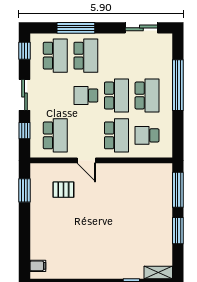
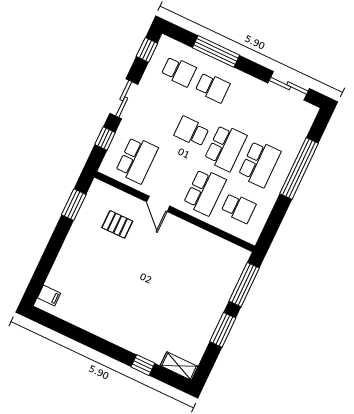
school desk: (55, 56) -> (179, 71), width x0.54
school desk: (86, 56) -> (213, 87), width x0.54
school desk: (147, 135) -> (239, 208), turned 180

